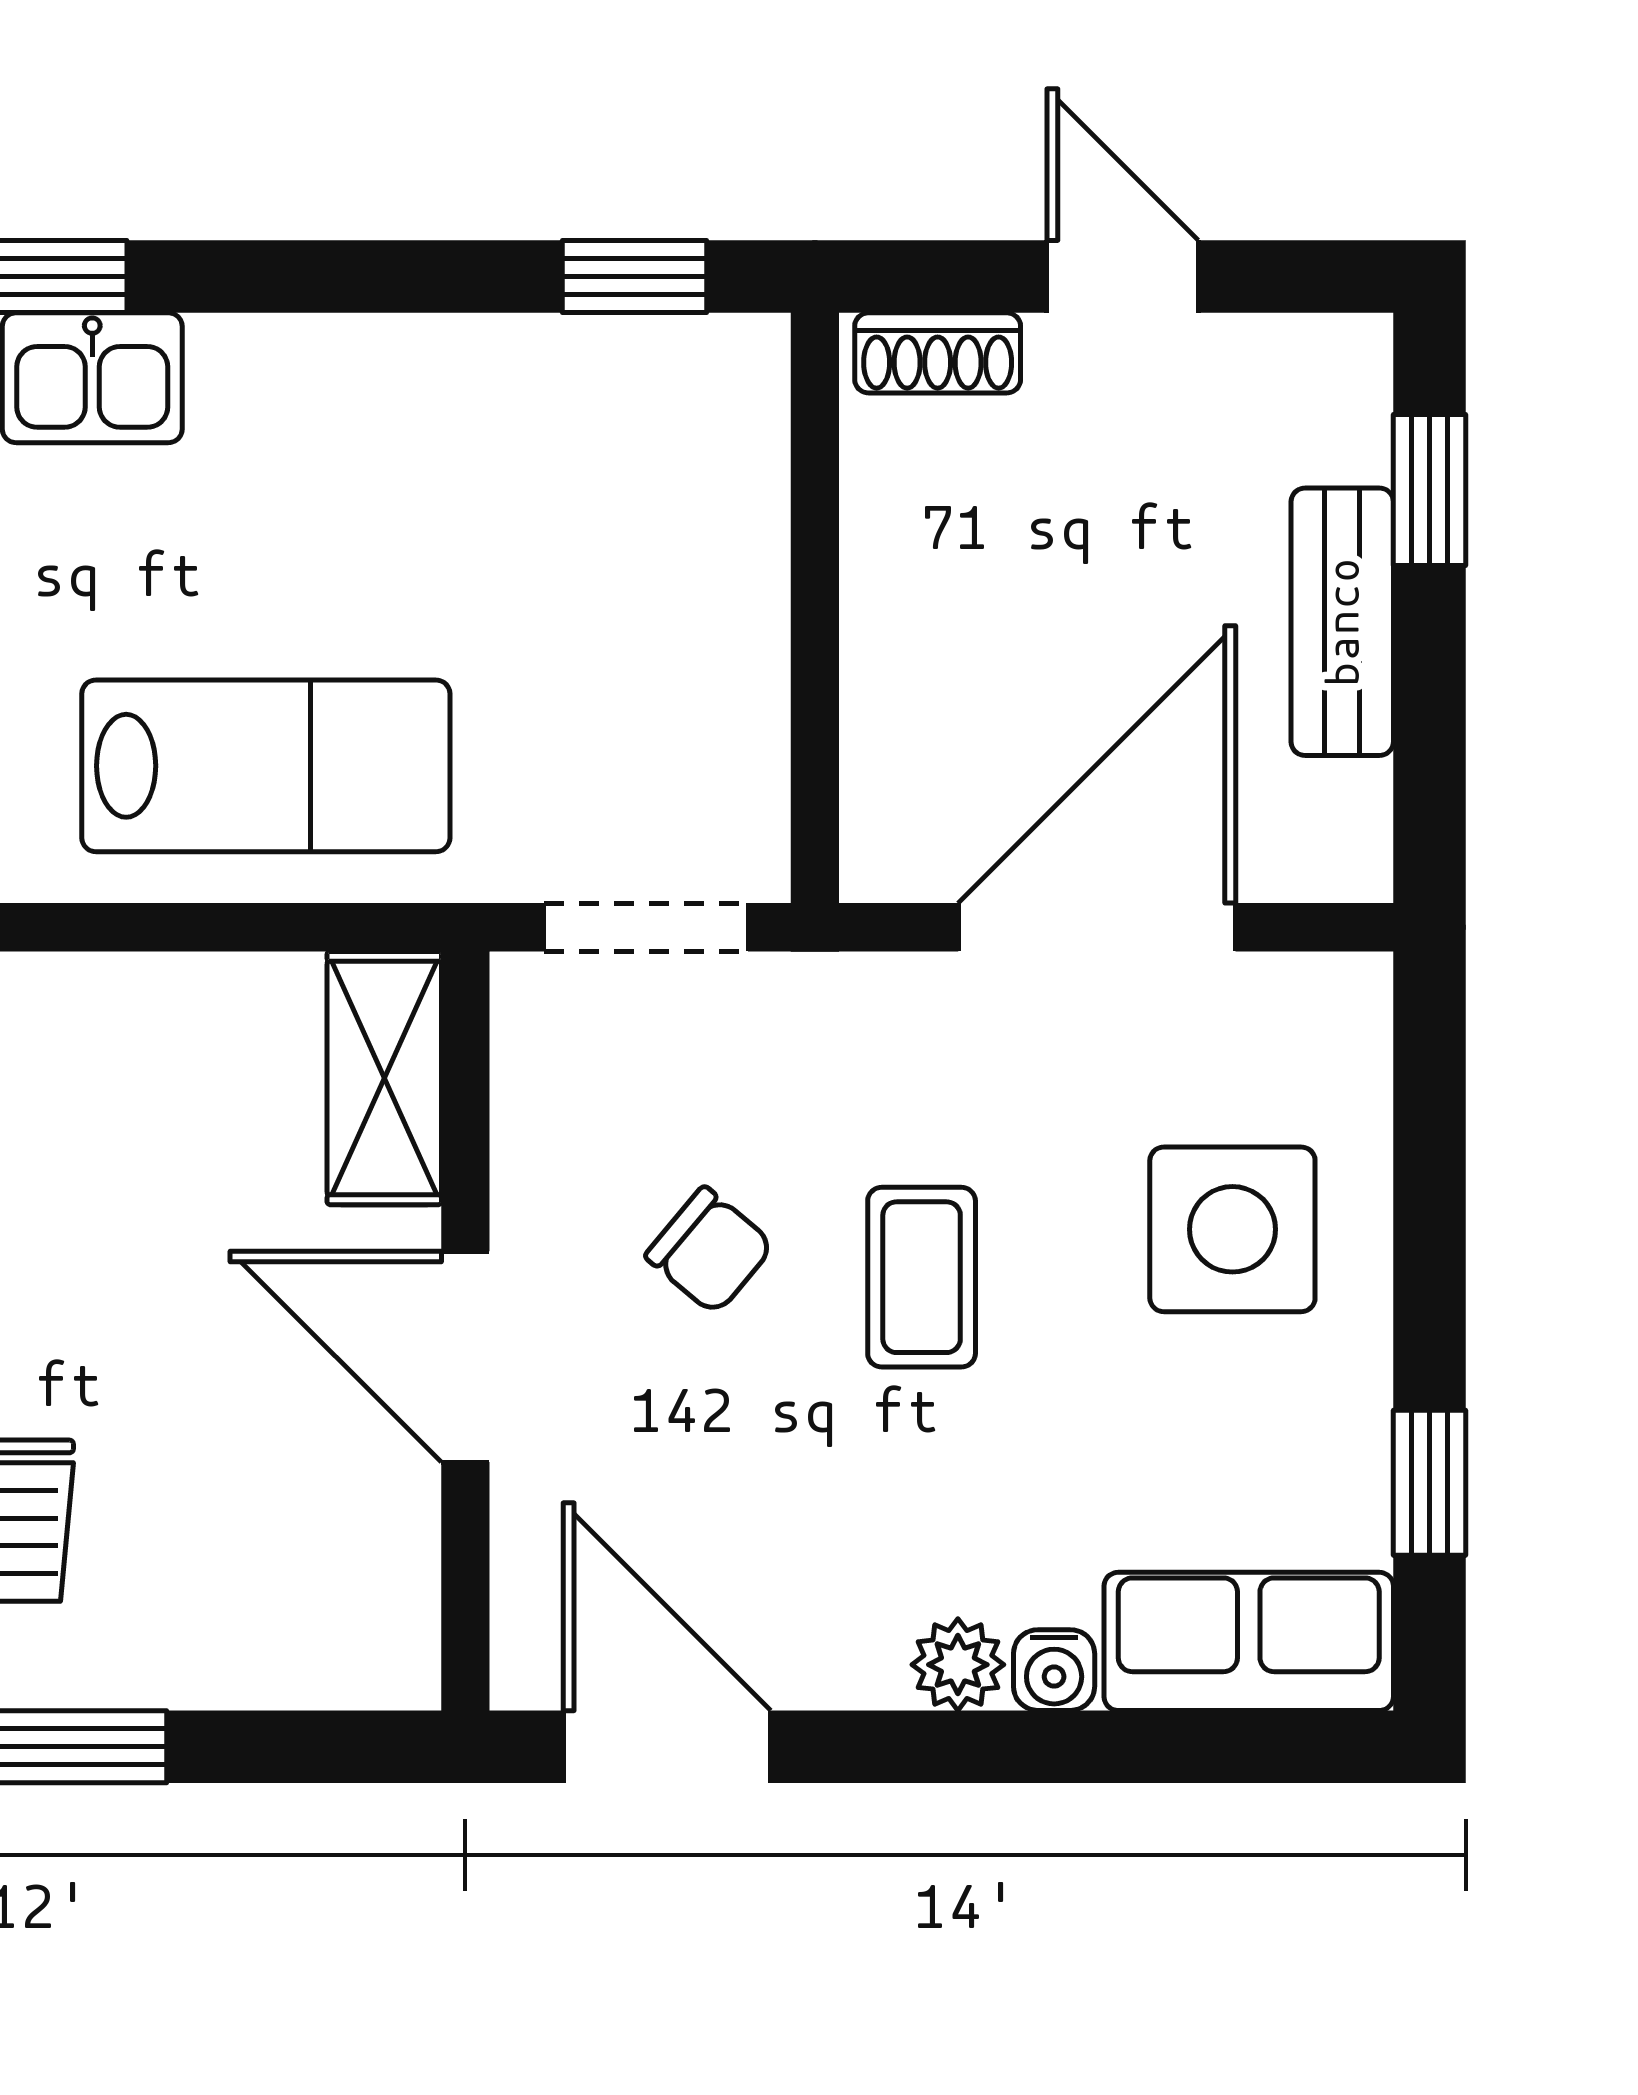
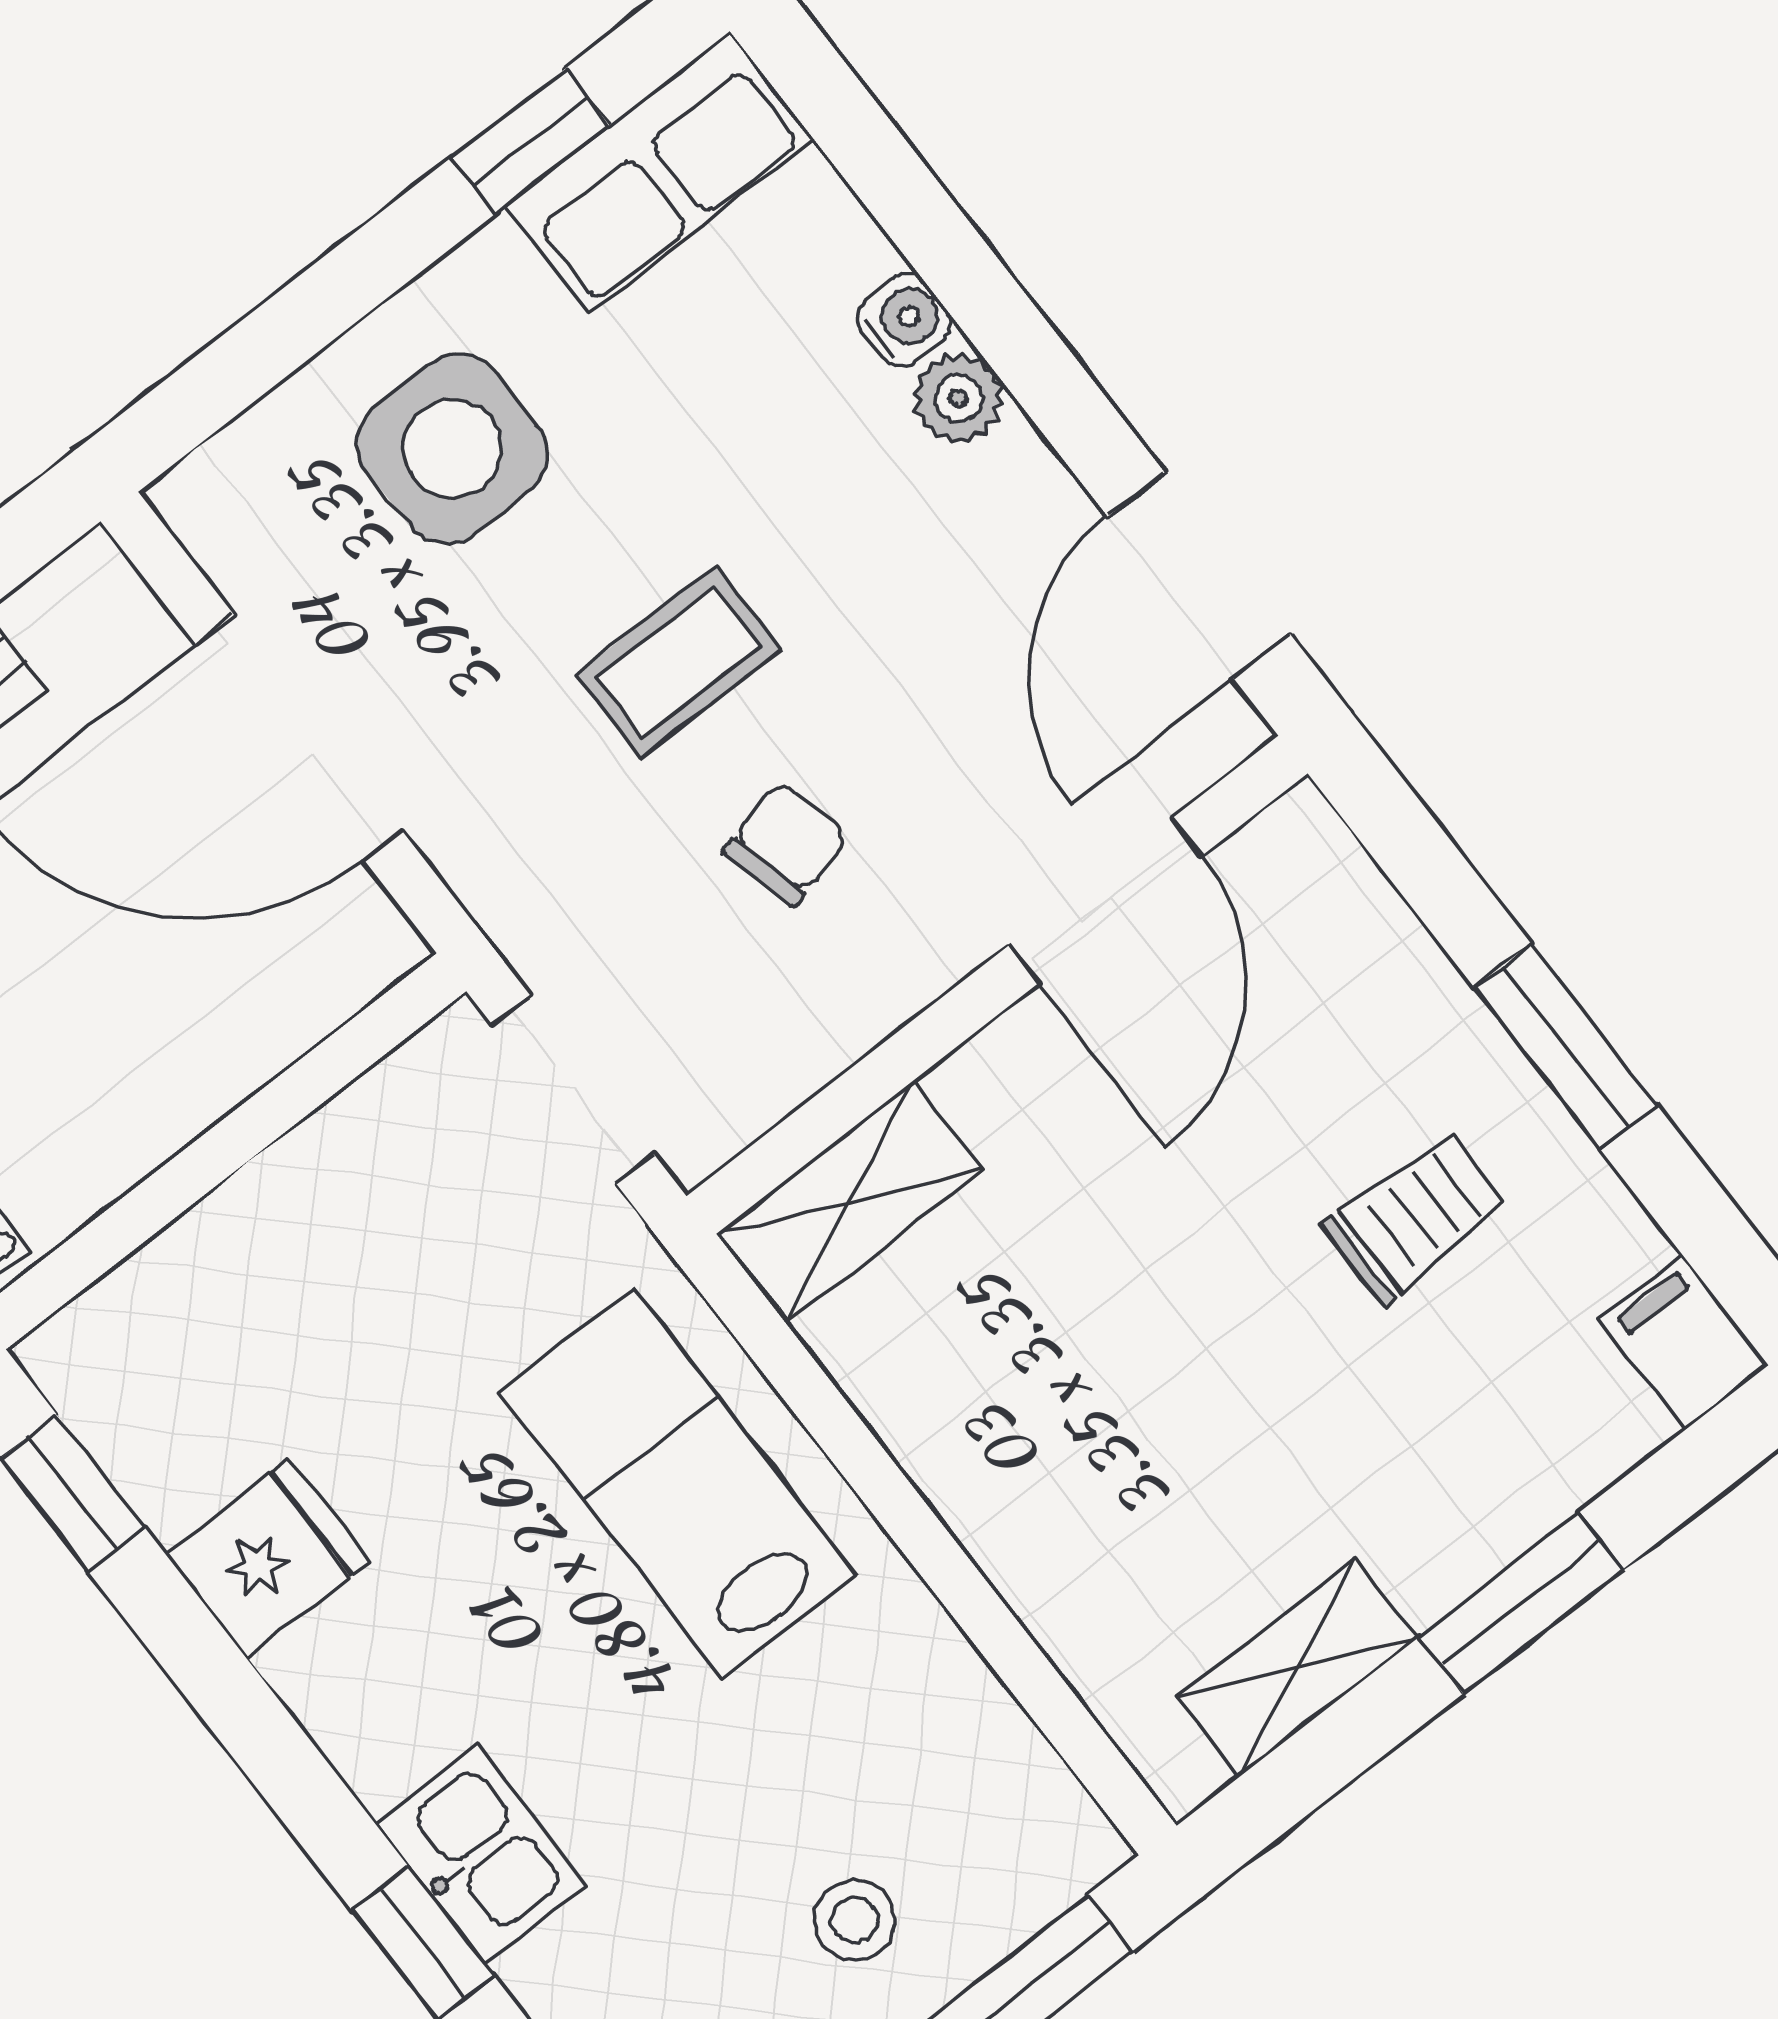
fridge: (461, 392) -> (268, 1558), added
chair: (710, 1251) -> (786, 843), turned 36
door: (465, 1357) -> (1105, 901), moved
row of seats: (1249, 1641) -> (659, 173), moved, turned -90

